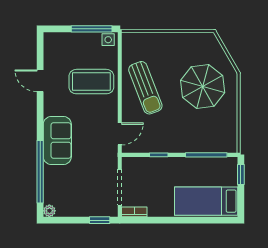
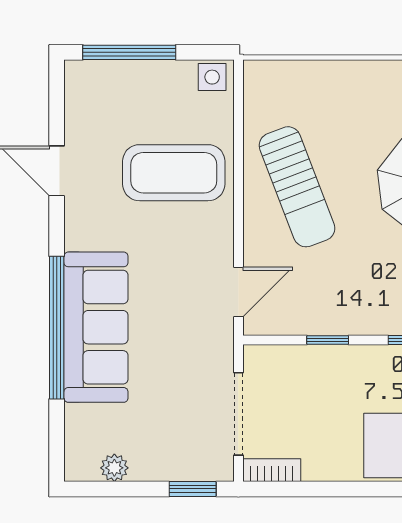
window: (92, 29) -> (129, 52), moved
sofa: (57, 140) -> (96, 327), width x1.36
window: (40, 172) -> (57, 328), moved
plant: (49, 211) -> (114, 468), moved

